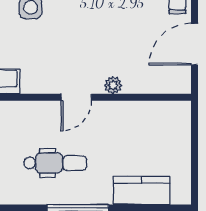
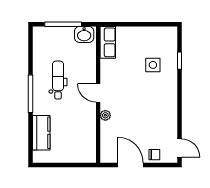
dental chair: (55, 163) -> (58, 80), turned 180

